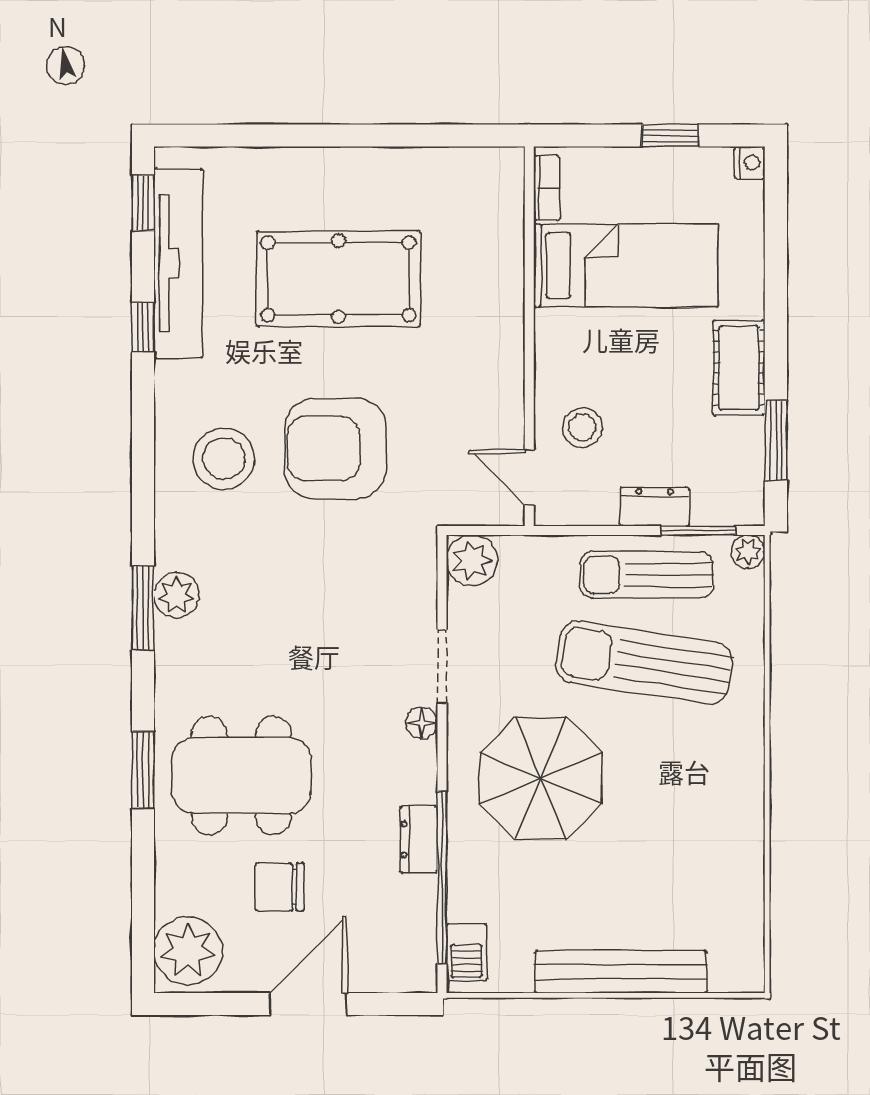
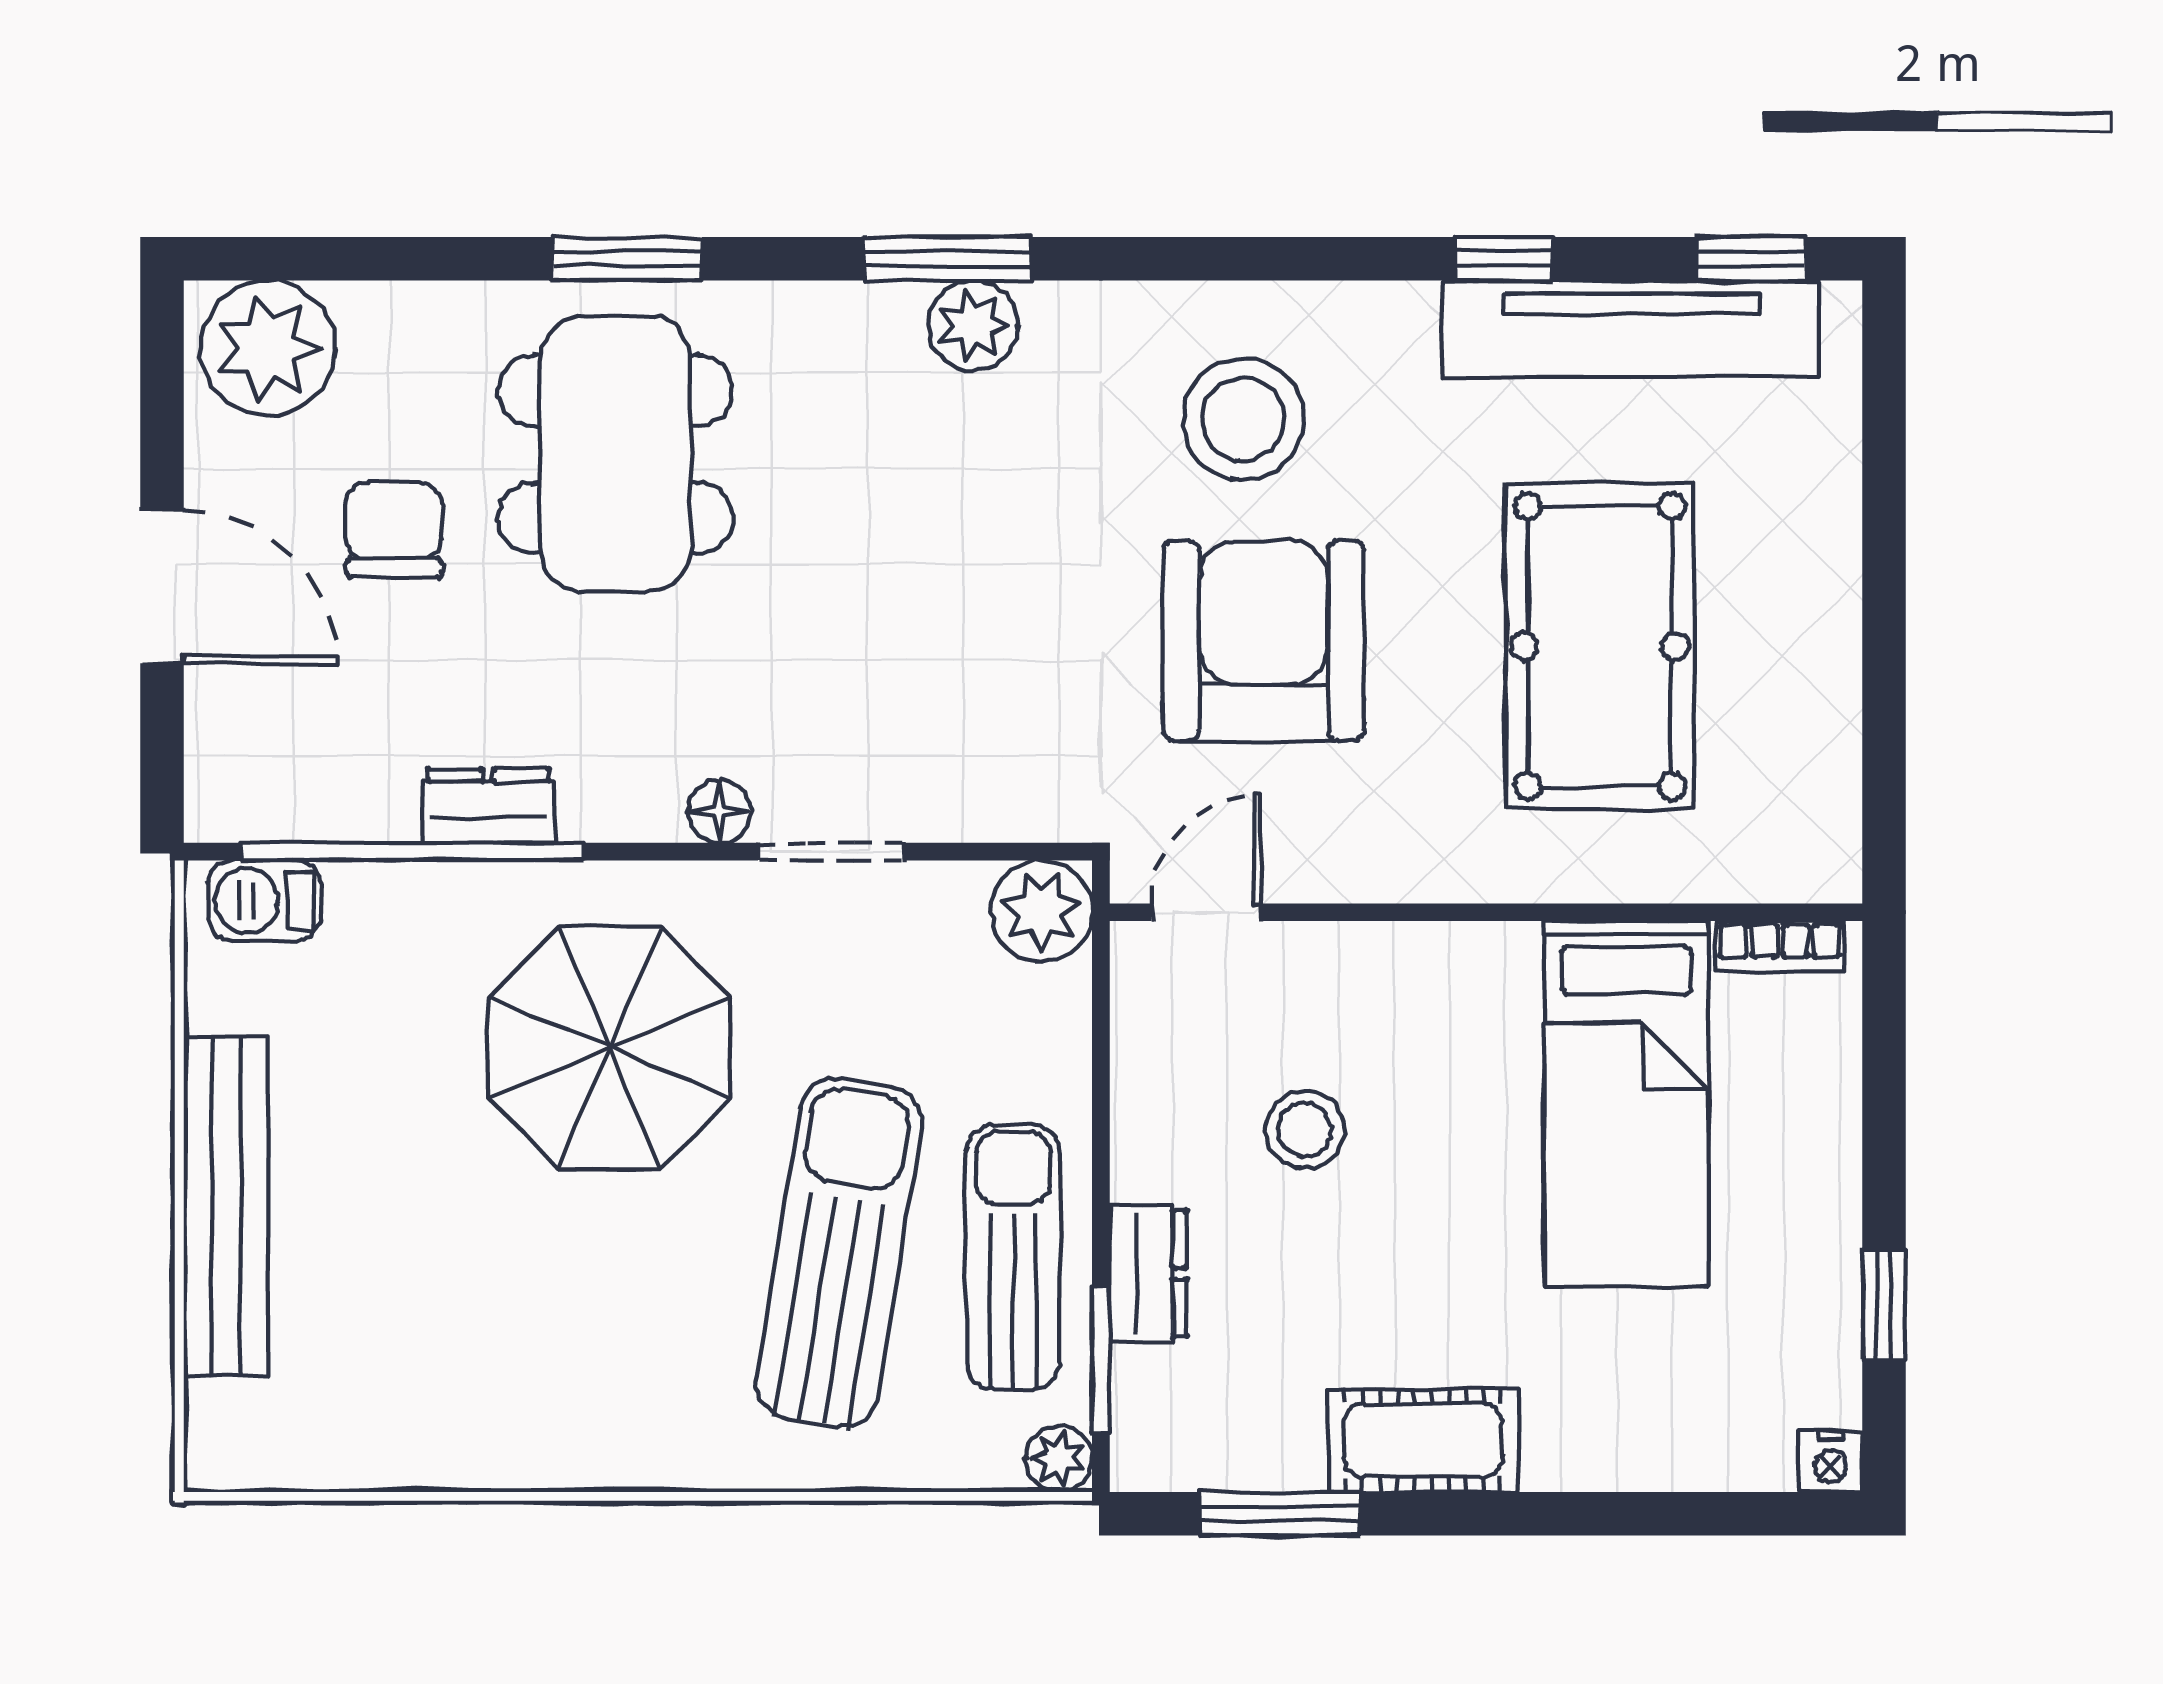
bookcase: (547, 188) -> (1780, 947), moved
bed: (626, 266) -> (1626, 1104), moved
wall: (529, 336) -> (1486, 912), moved
door: (529, 477) -> (1206, 912), moved

